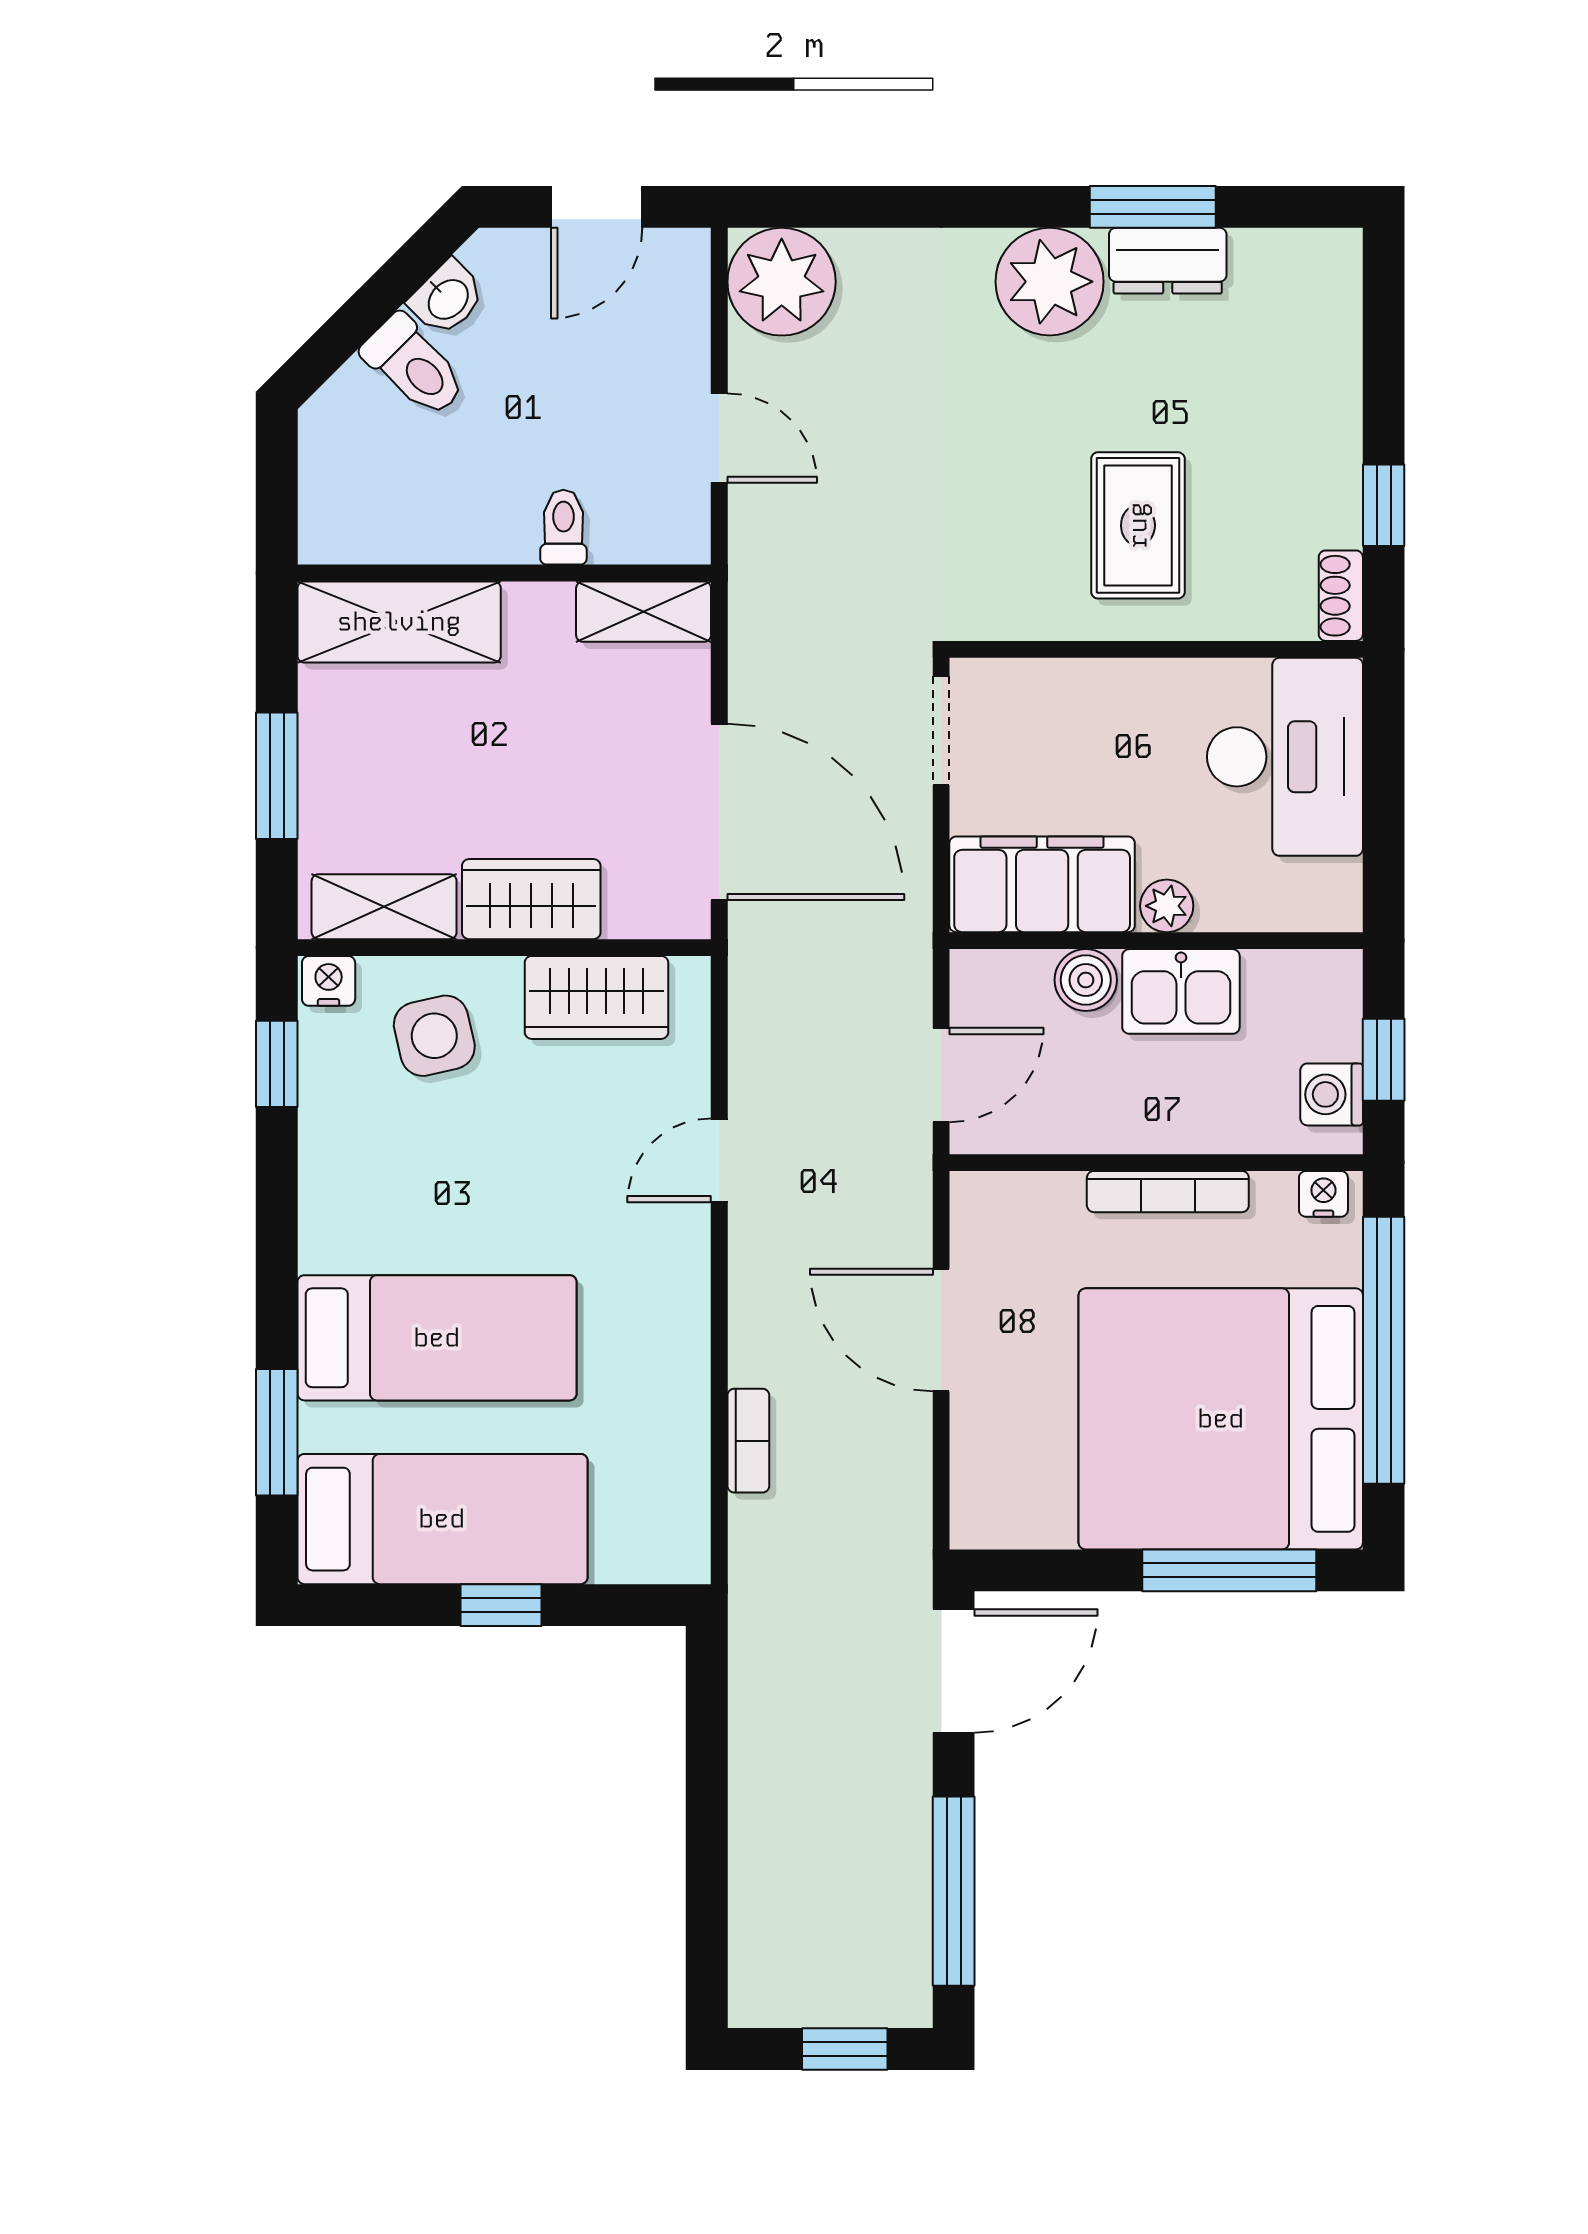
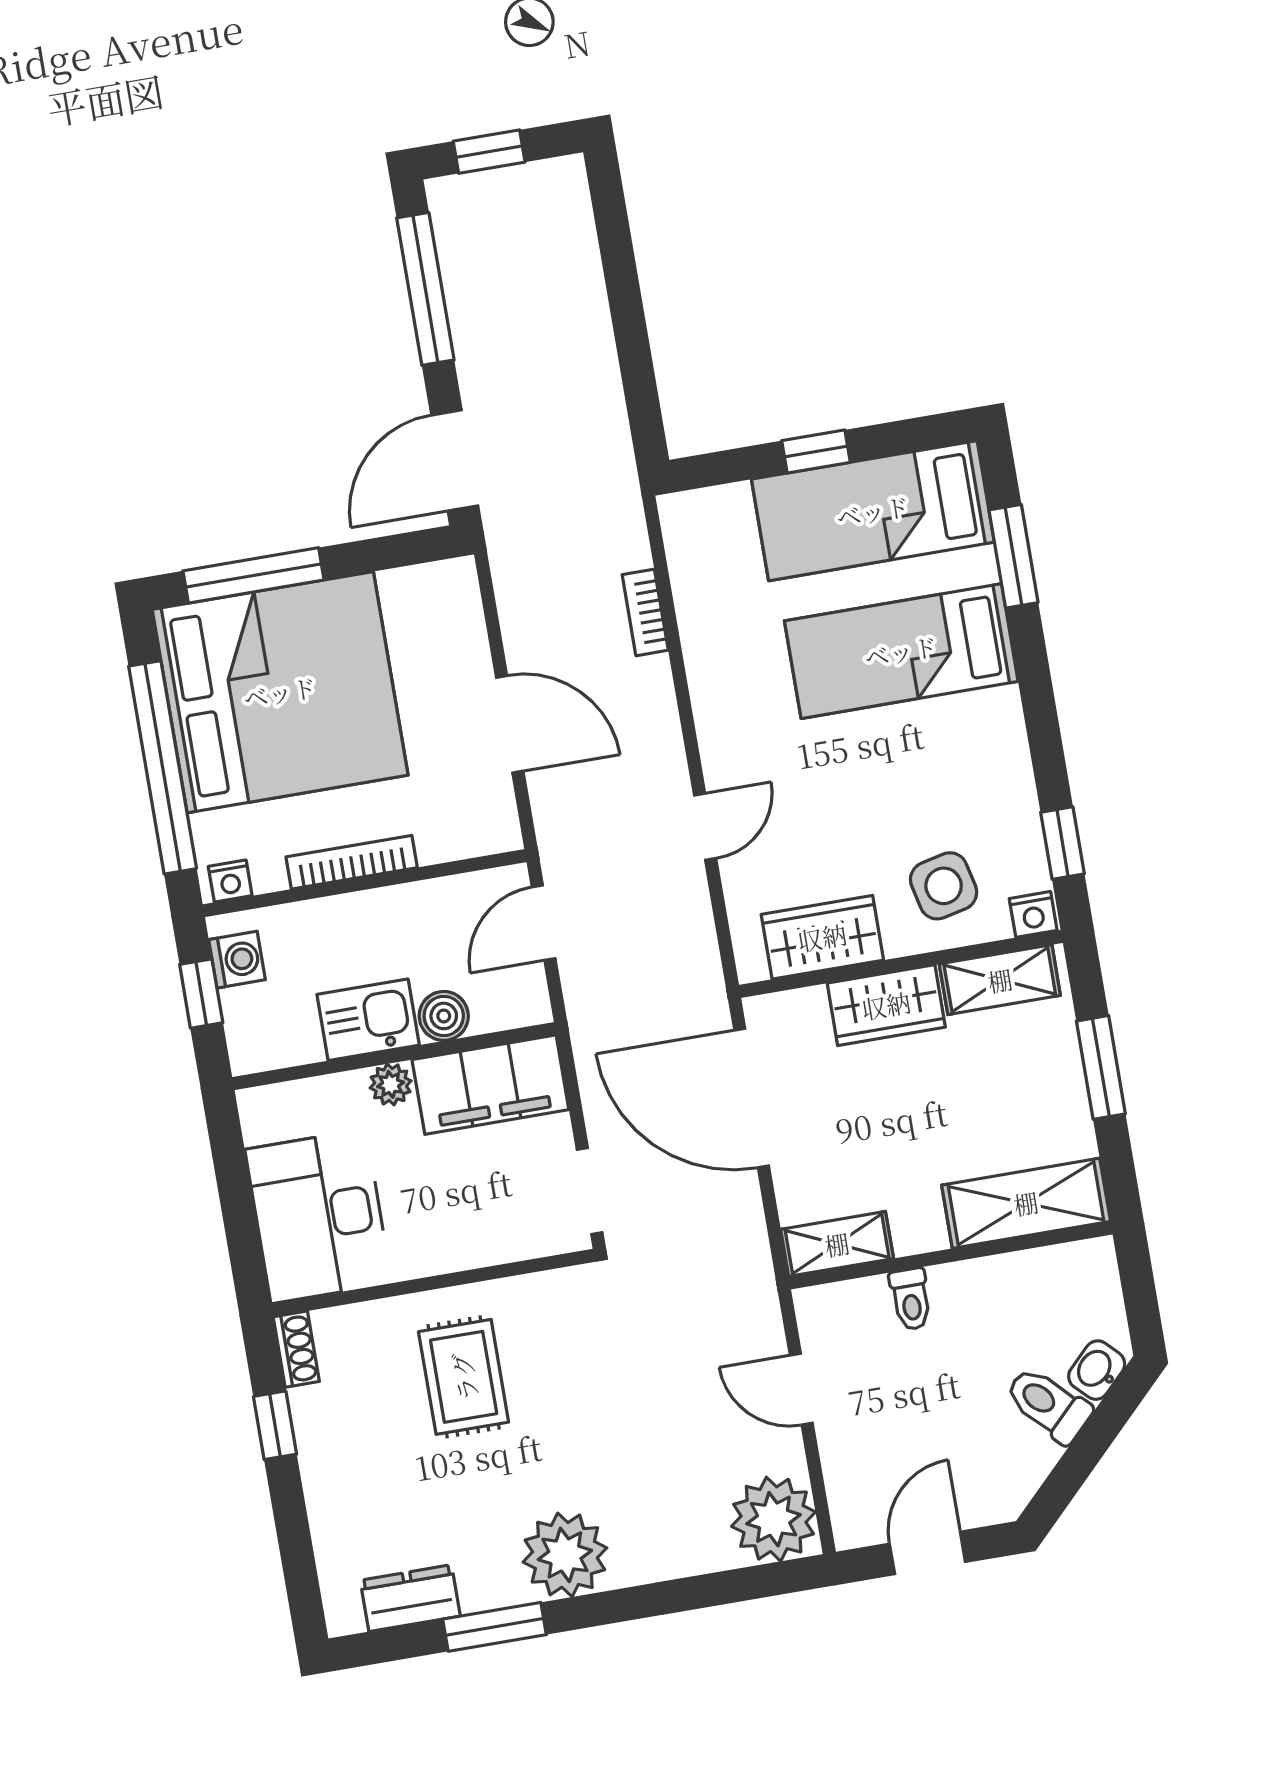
dresser: (1168, 261) -> (410, 1598), moved
washbasin: (447, 298) -> (1097, 1370), moved

